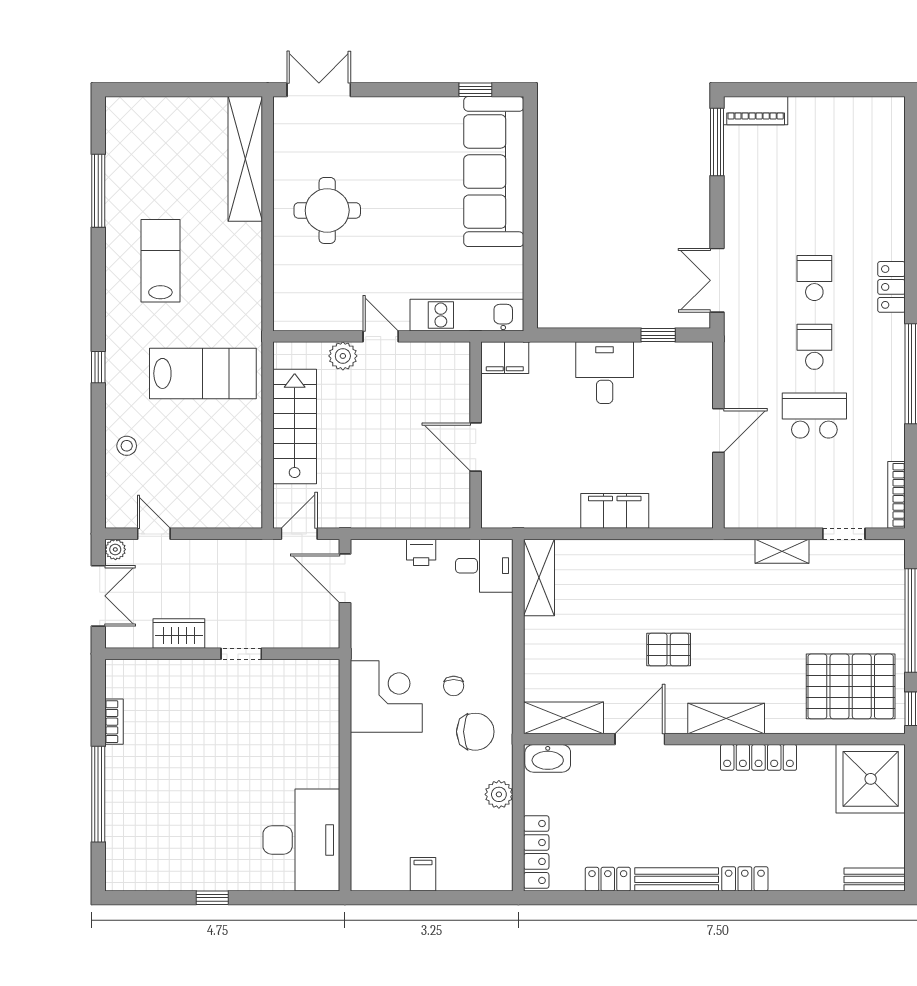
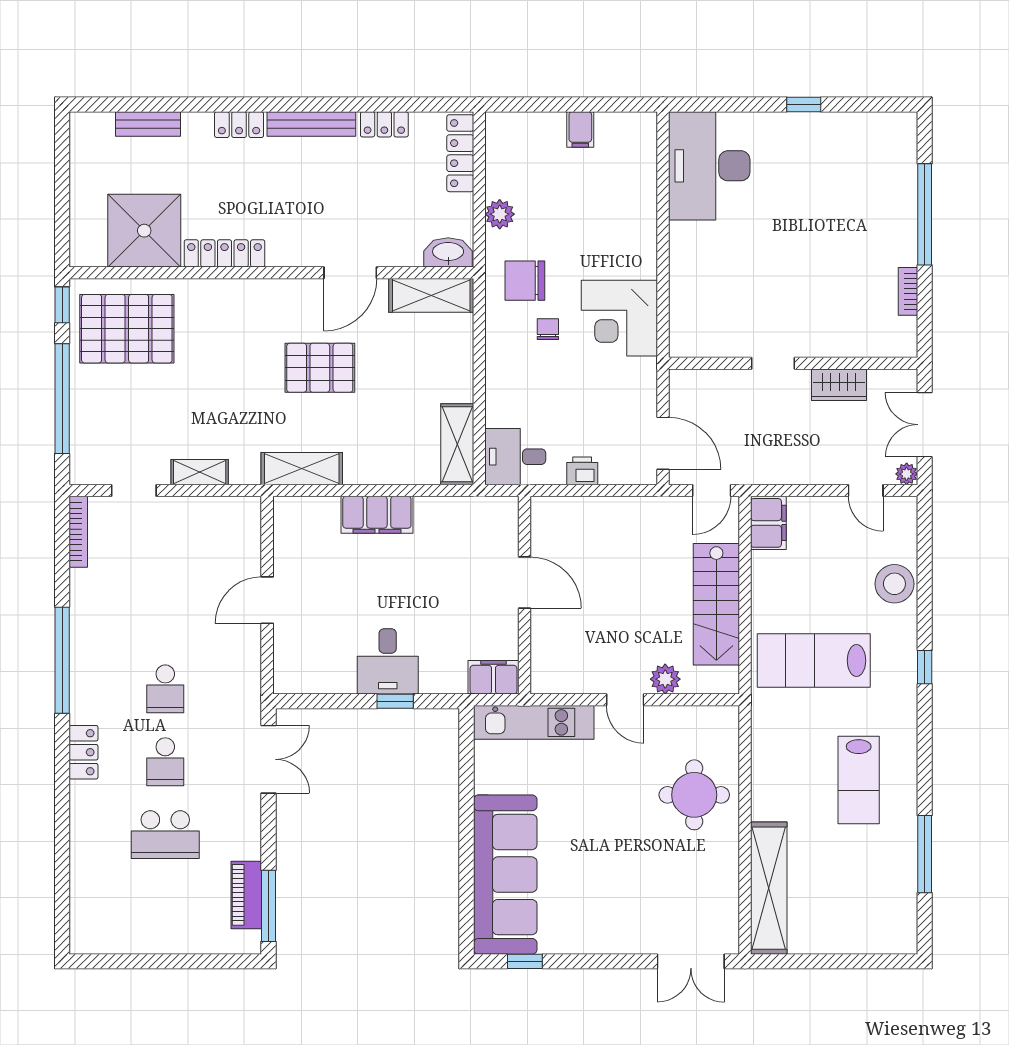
piano: (756, 111) -> (246, 895), moved, turned -90
round table: (327, 210) -> (694, 795), moved
window: (658, 335) -> (395, 701), moved
school desk: (814, 416) -> (165, 835), moved
stool: (127, 446) -> (894, 584), width x1.89, depth x1.89
filing cabinet: (245, 503) -> (768, 523), added
pallet: (669, 650) -> (320, 368), width x1.50, depth x1.42
shelving: (726, 718) -> (302, 469), moved
shower: (871, 779) -> (144, 231), moved
bench: (875, 880) -> (148, 124), moved

